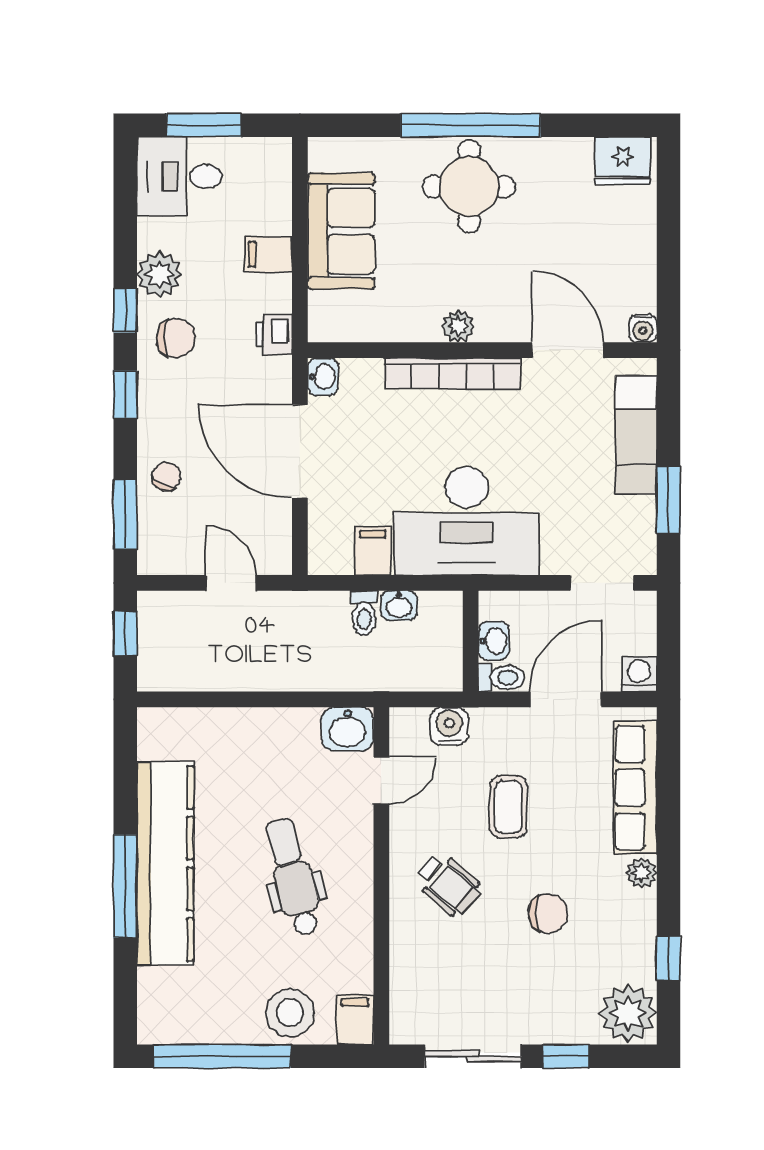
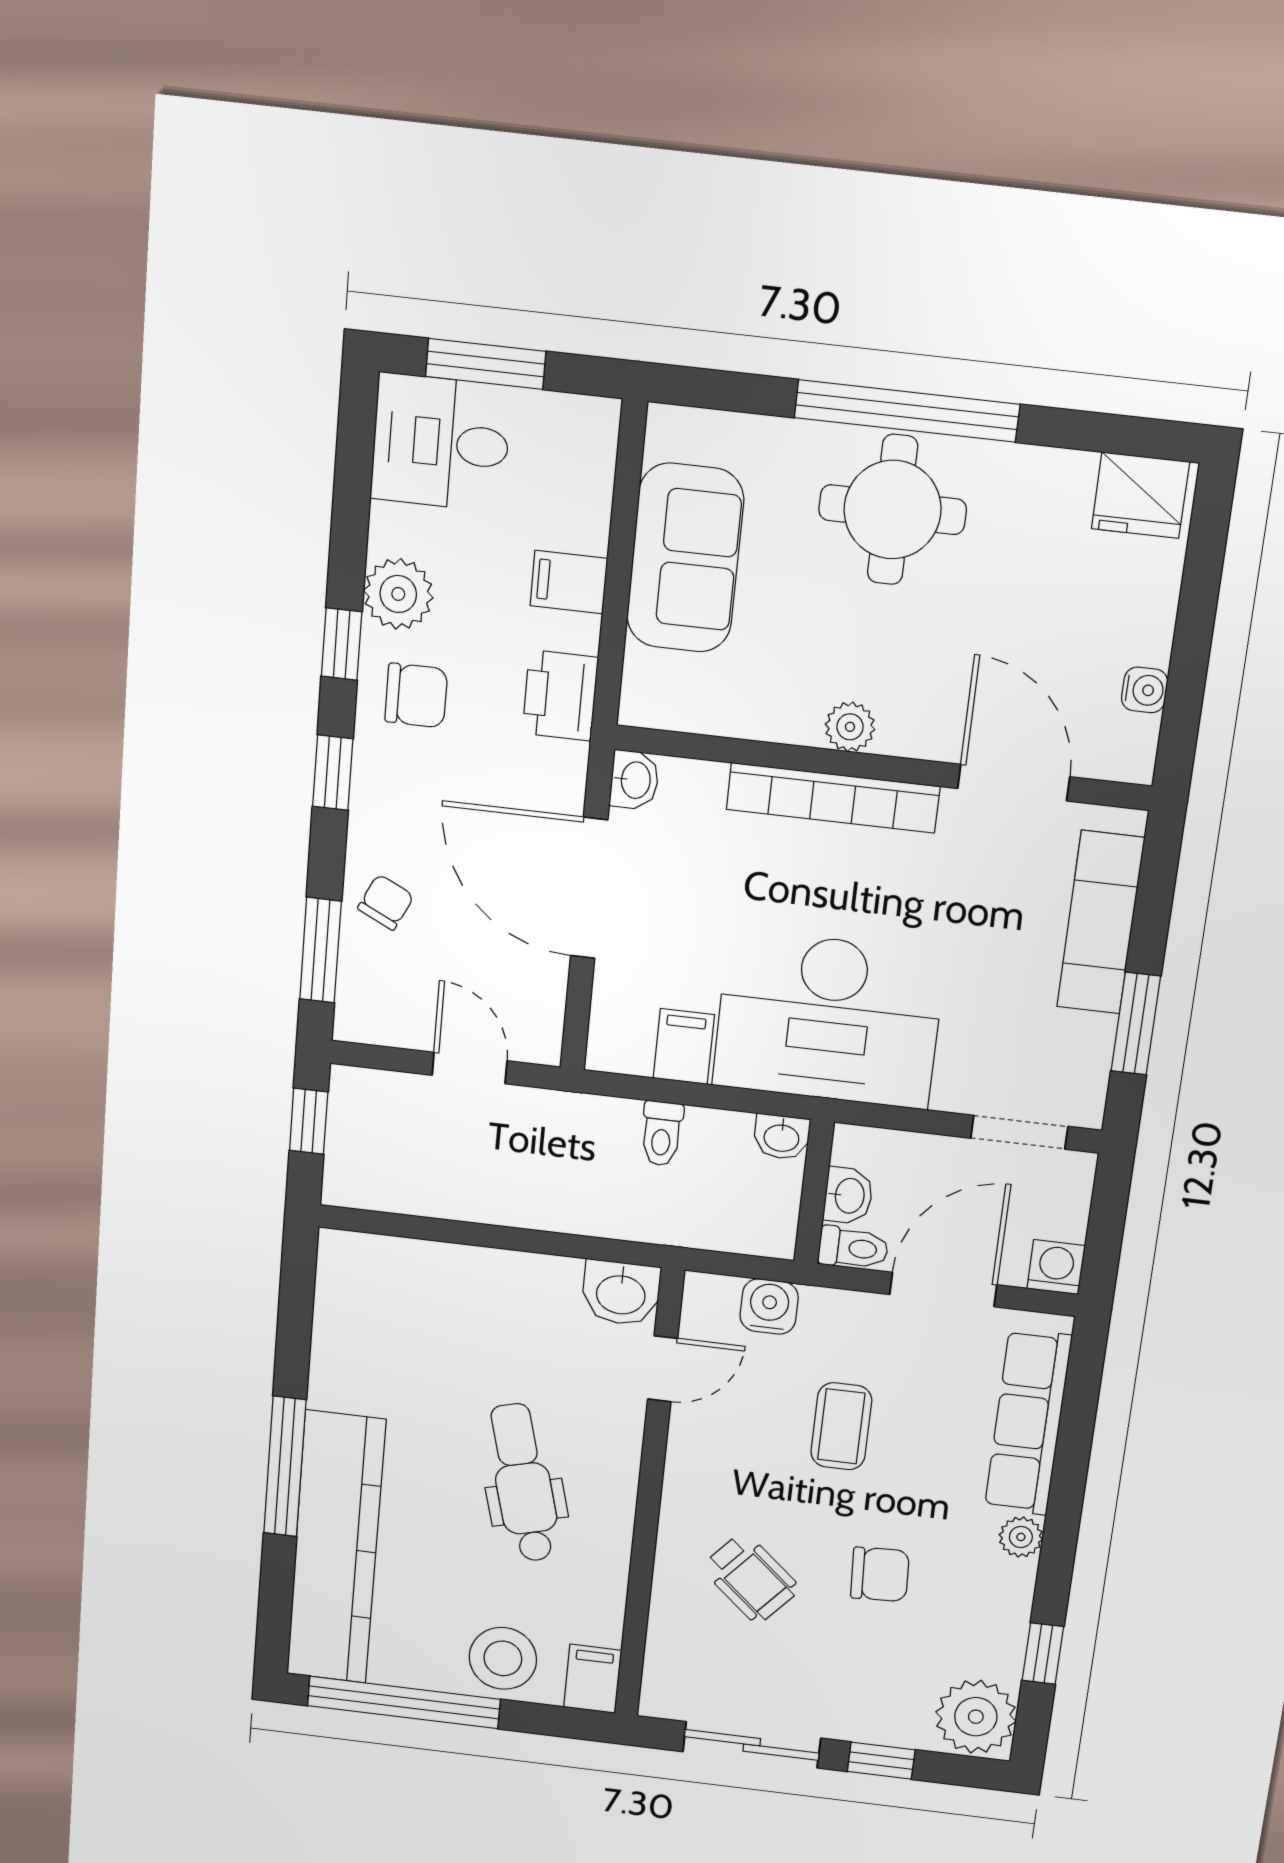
water cooler: (643, 328) -> (1145, 690), moved, turned -90
printer: (274, 335) -> (560, 695), width x1.36, depth x1.24
washbasin: (399, 605) -> (782, 1137), moved
kitchen counter: (165, 864) -> (336, 1548), moved
wheelchair: (448, 884) -> (751, 1578), moved

